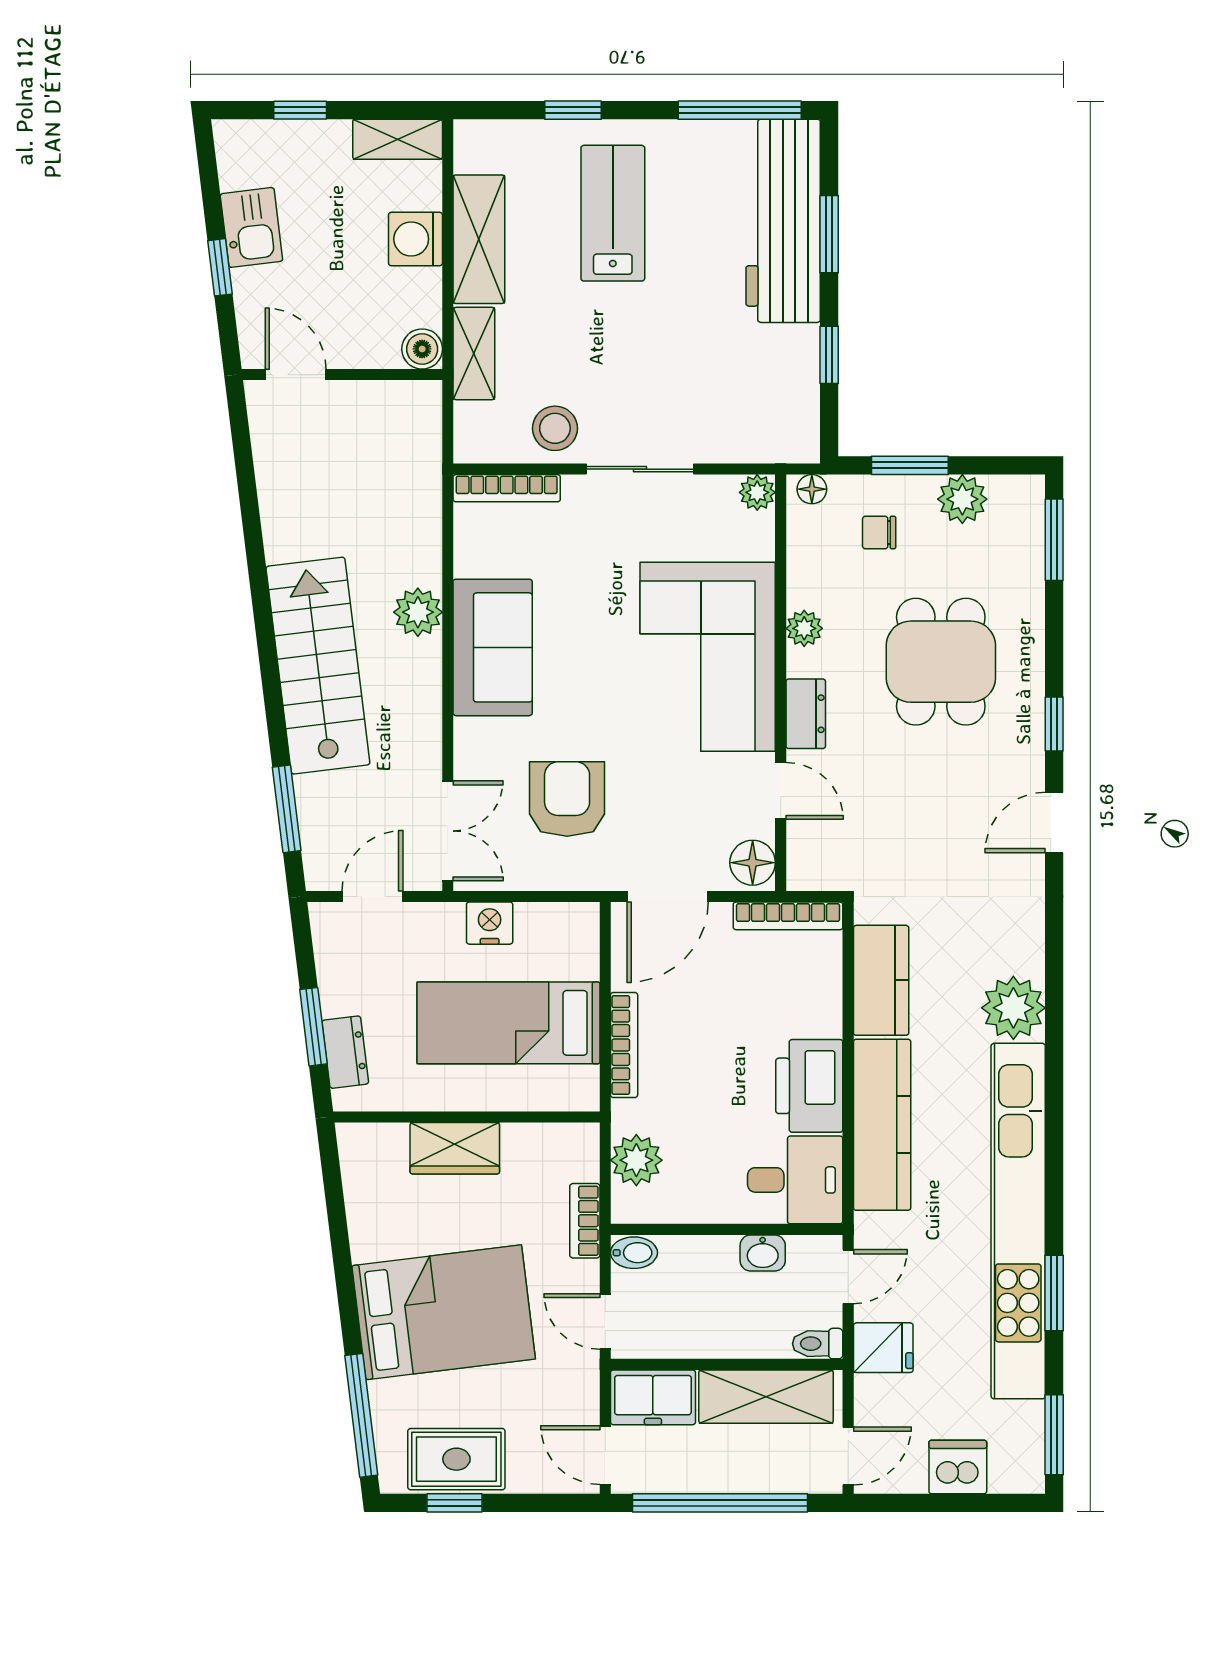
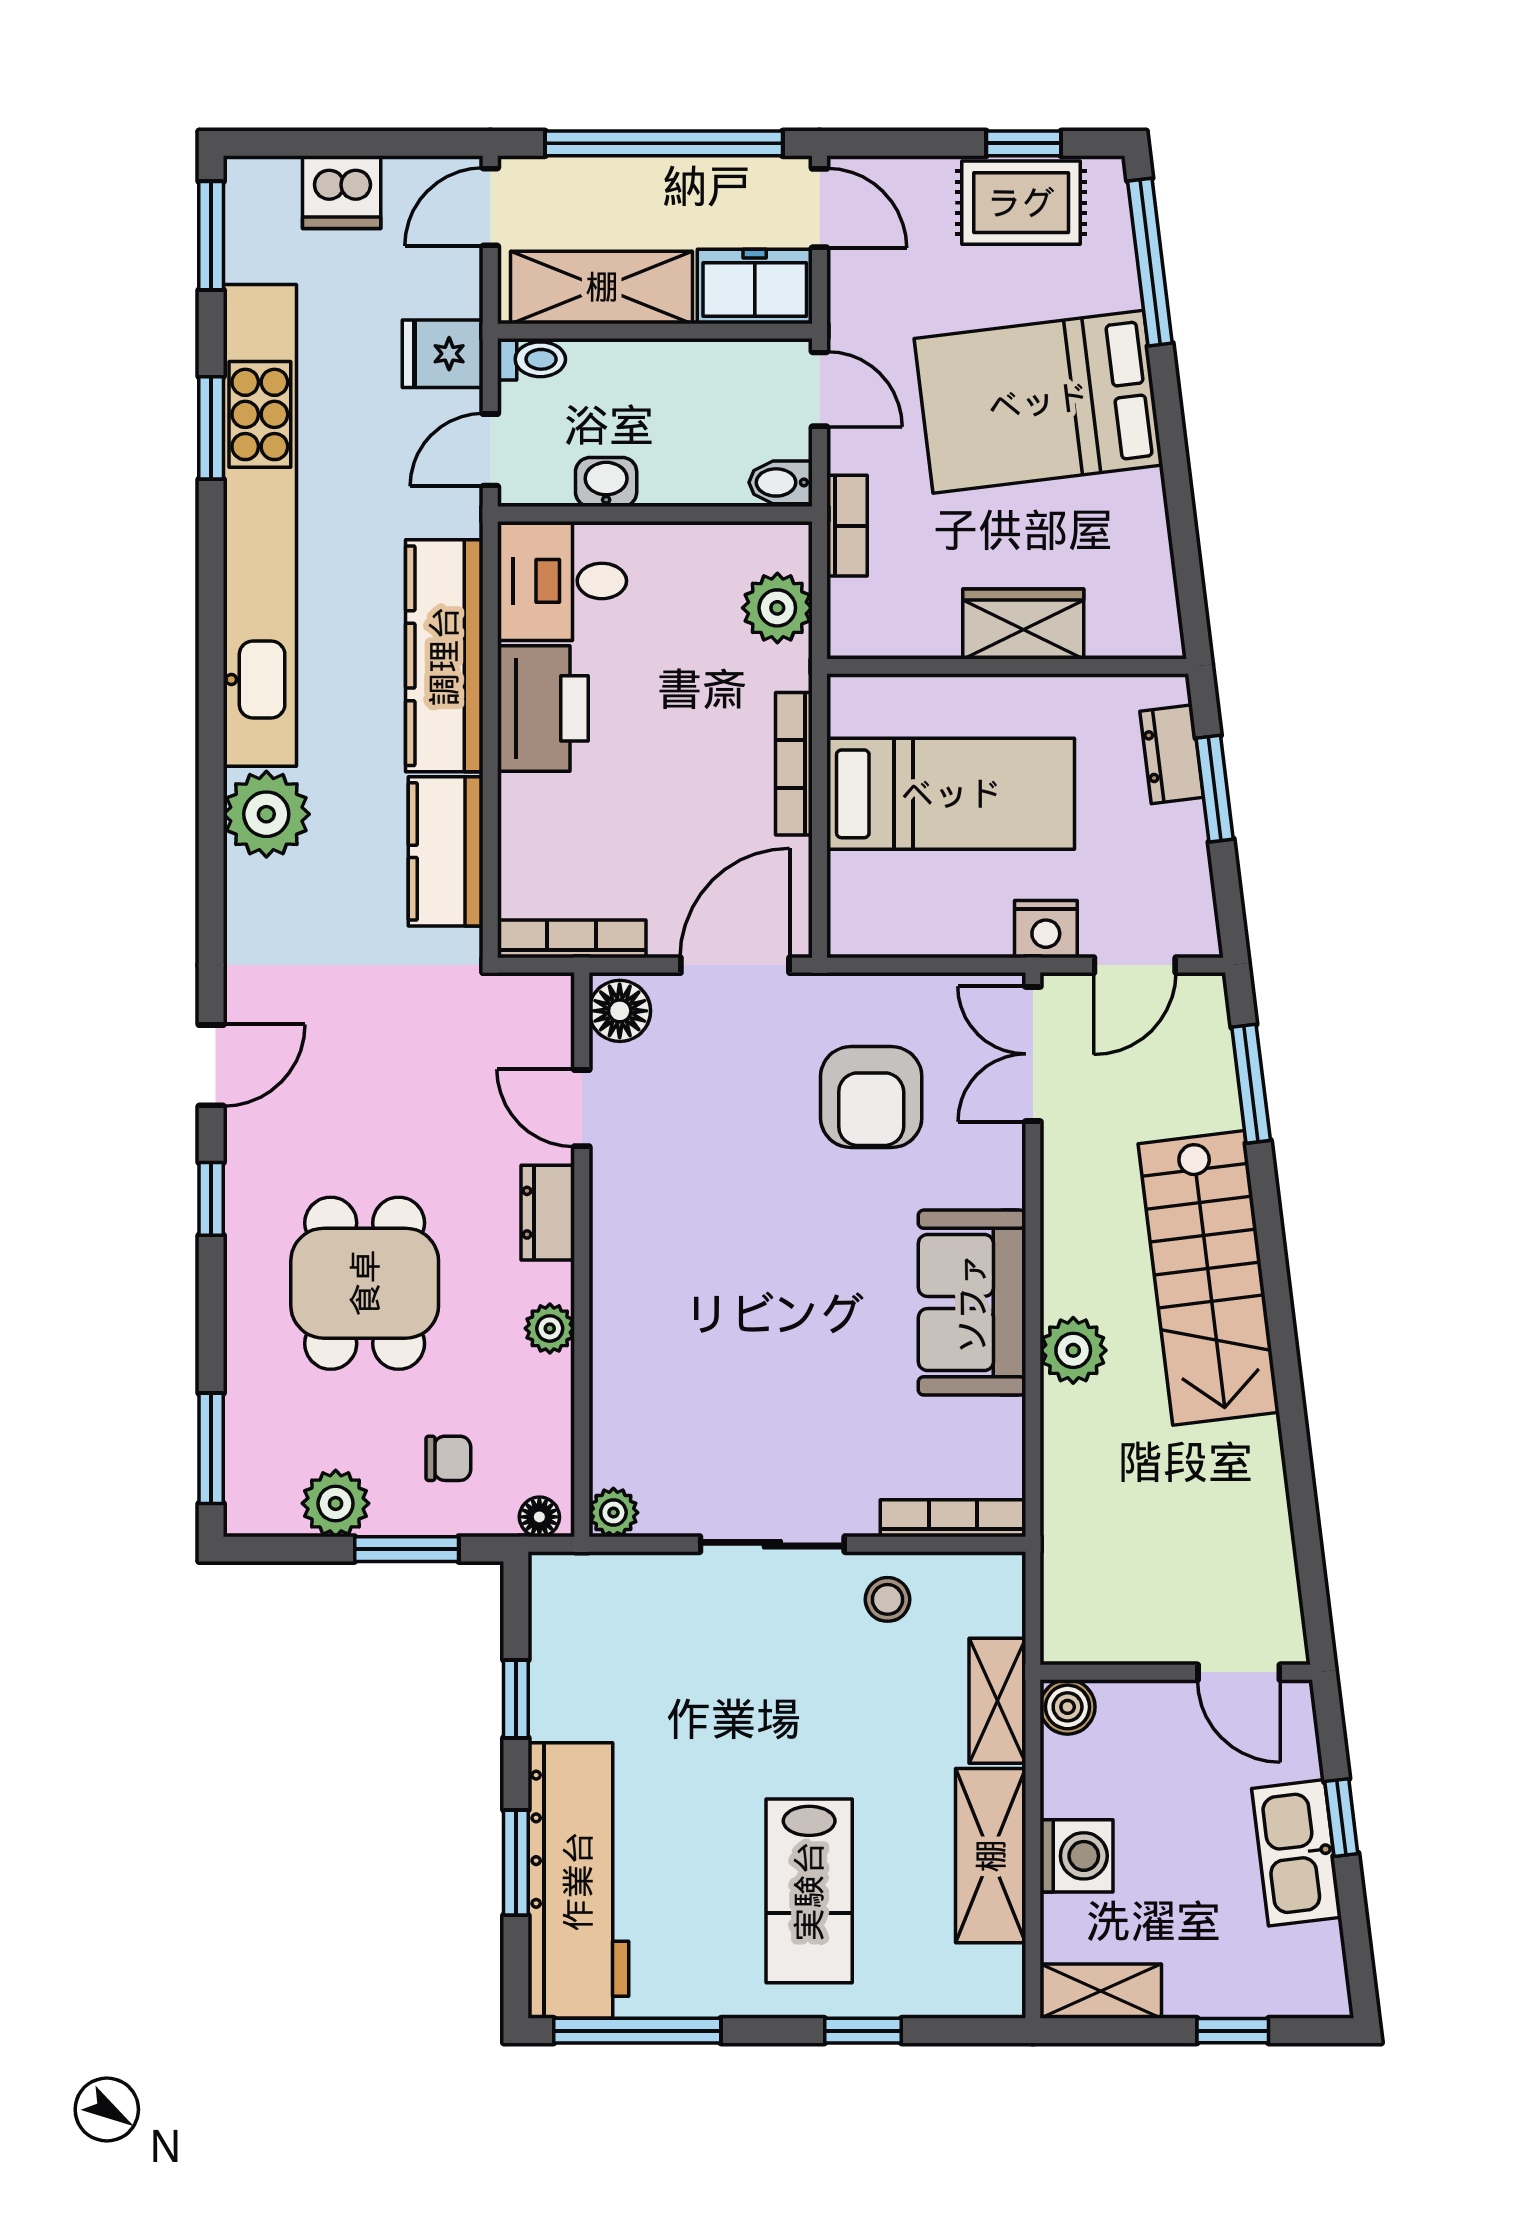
kitchen sink: (251, 227) -> (1296, 1853), width x1.38
stool: (555, 428) -> (887, 1599), width x0.73, depth x0.73
corner sofa: (708, 657) -> (681, 1290), removed
nightstand: (490, 923) -> (1046, 929), moved

